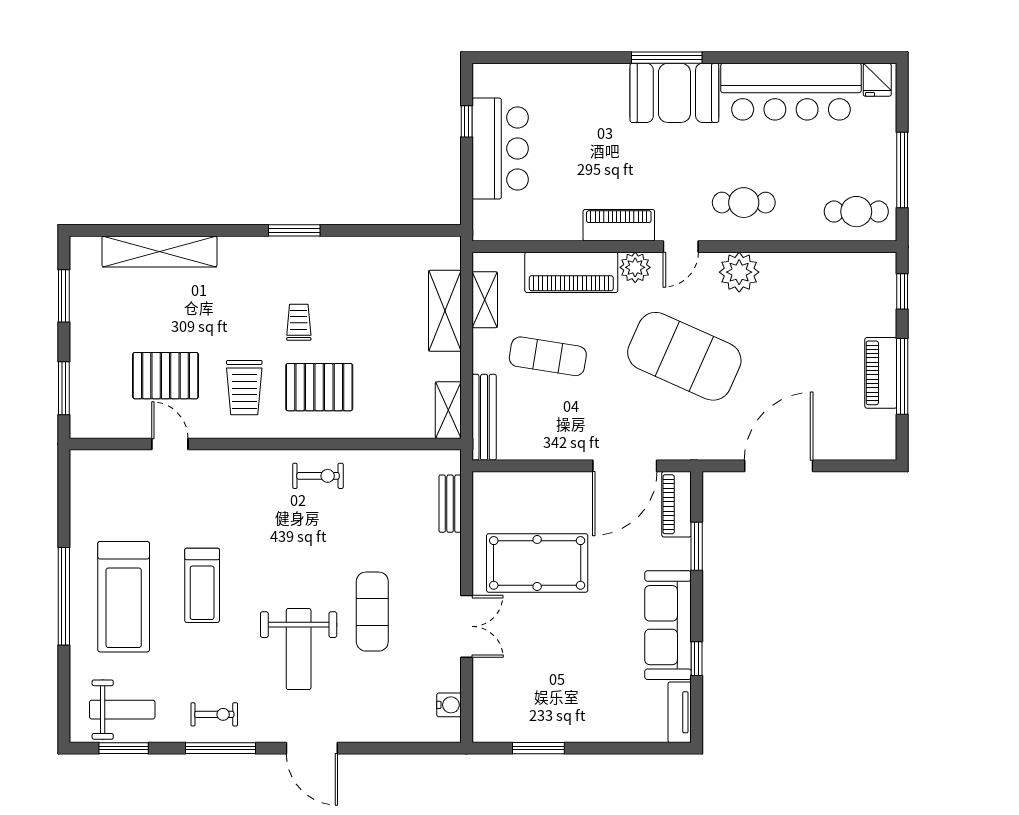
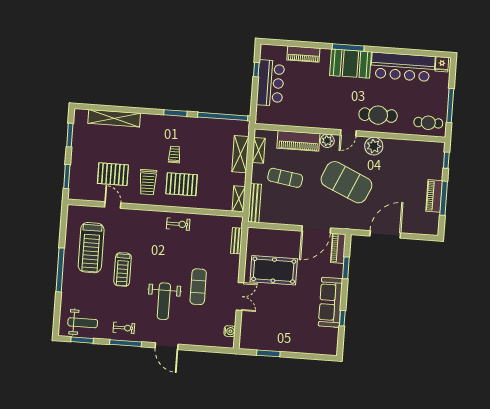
cafe table: (744, 203) -> (378, 115), width x1.37, depth x1.35
piano: (619, 225) -> (303, 54), moved, turned 180
window: (400, 230) -> (223, 116), added
treadmill: (124, 597) -> (91, 248), moved
tv unit: (680, 712) -> (333, 342), removed

